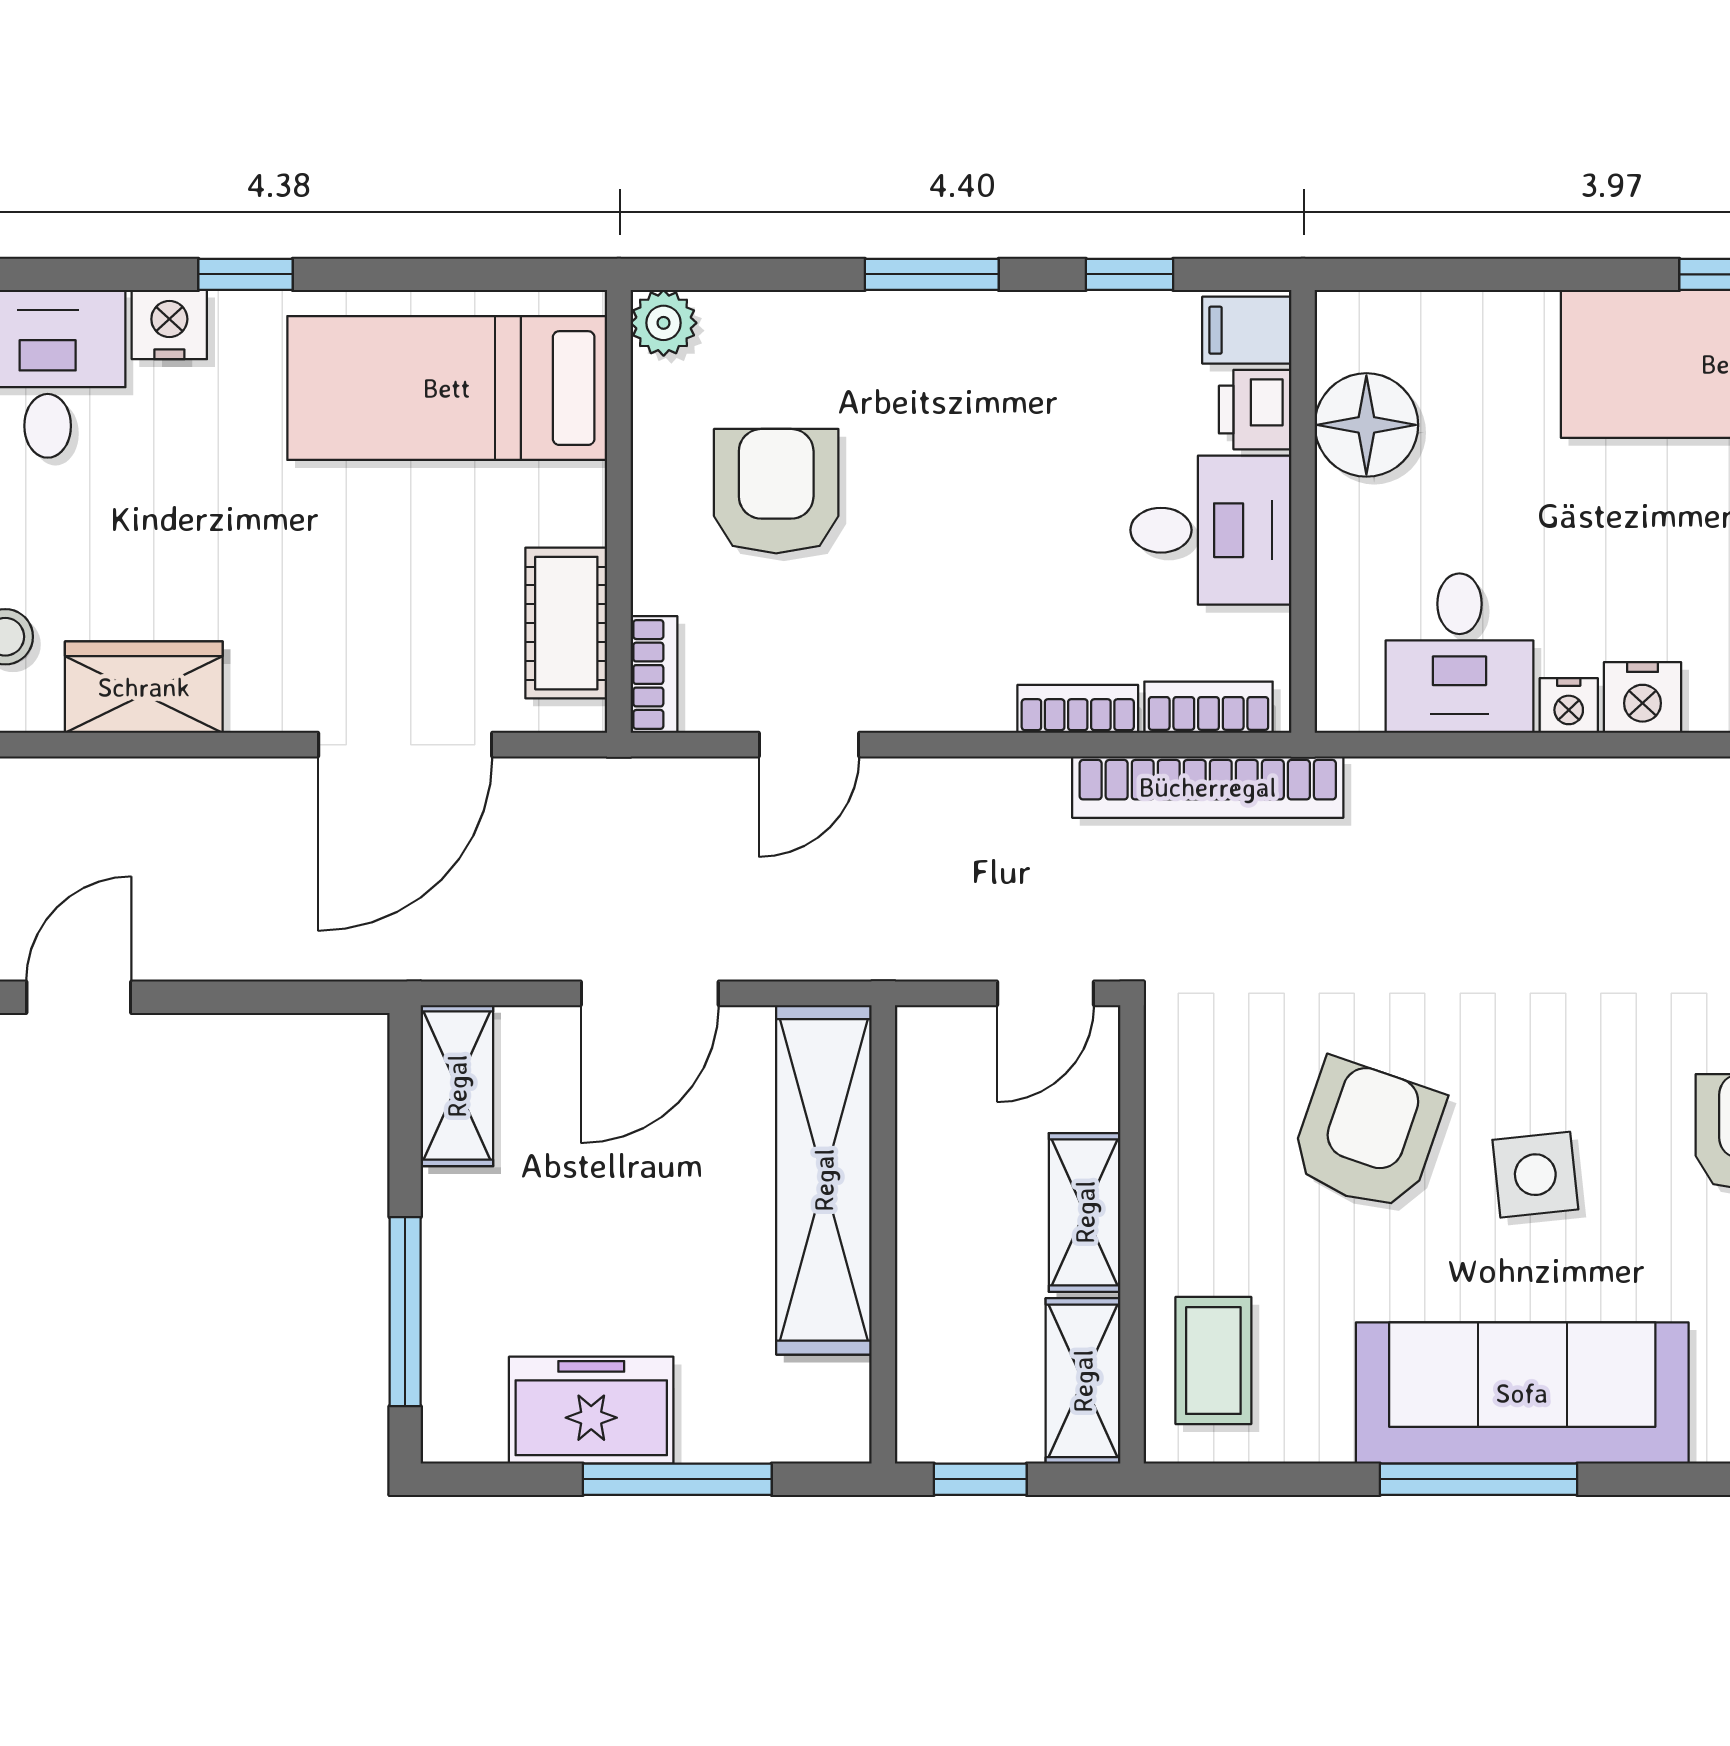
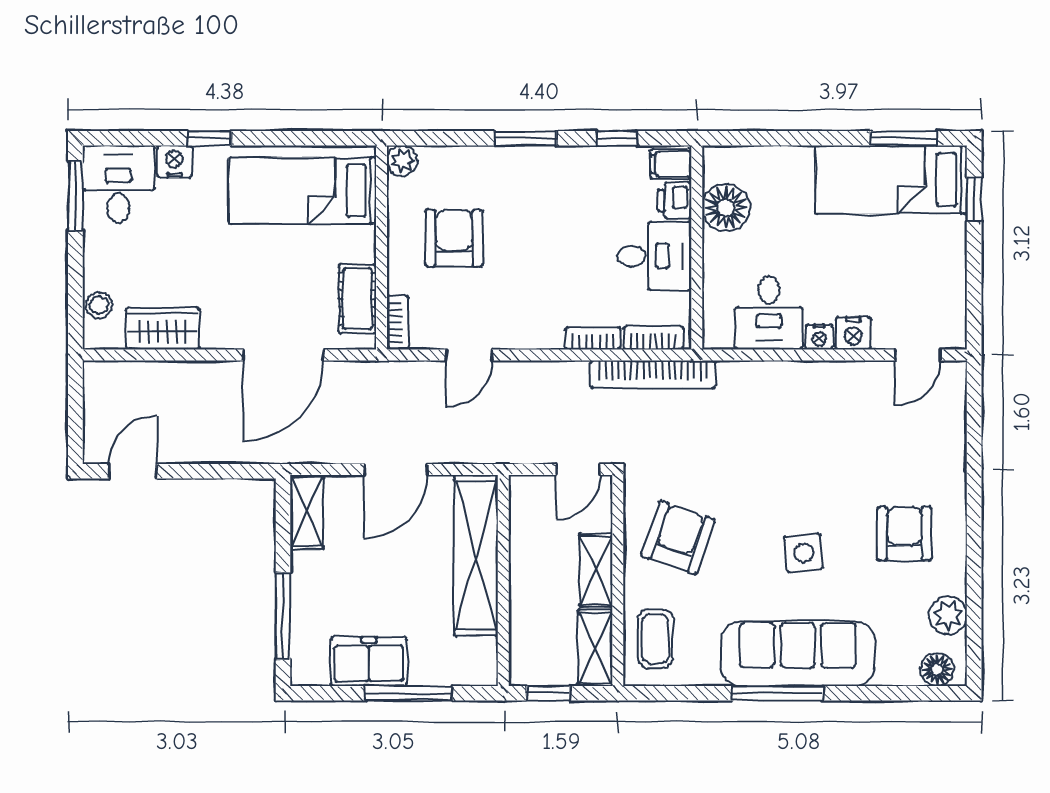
armchair: (1367, 1135) -> (678, 538), moved

